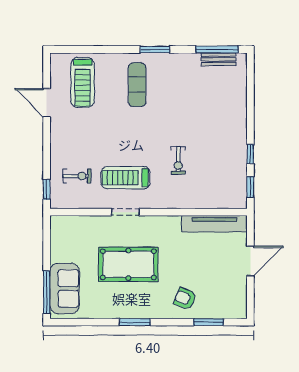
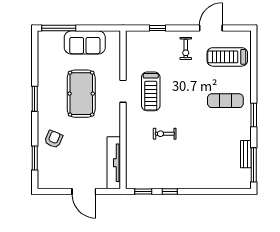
bench: (219, 59) -> (246, 154), moved
exercise bike: (77, 176) -> (186, 49), moved
treadmill: (126, 178) -> (151, 91), turned 180
window: (47, 189) -> (157, 28), moved
sofa: (65, 289) -> (85, 42), moved

